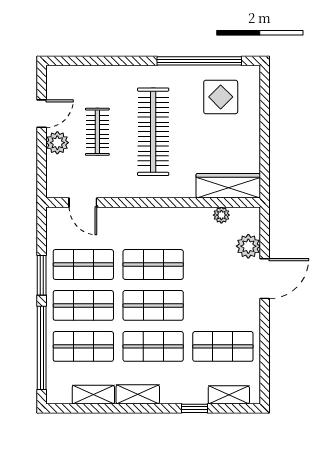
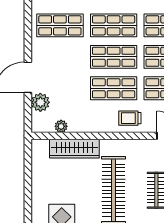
wardrobe: (228, 186) -> (74, 149), moved
trolley: (132, 226) -> (130, 118), added

